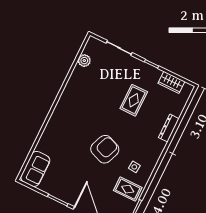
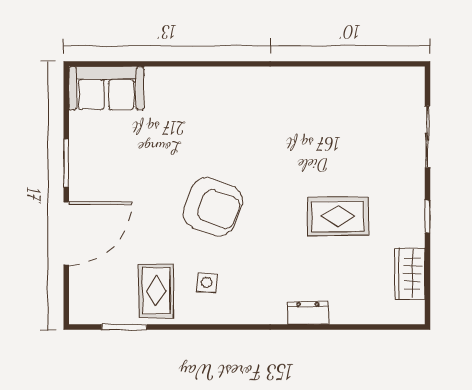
plant: (84, 61) -> (369, 80), removed
dresser: (169, 128) -> (308, 313), width x0.70

